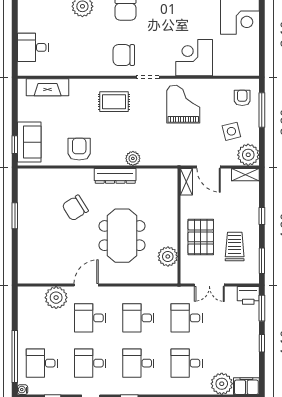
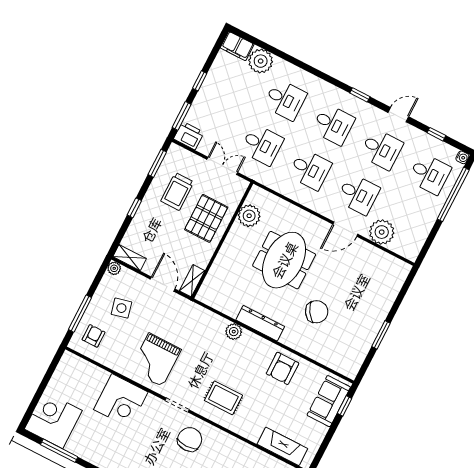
chair: (124, 55) -> (190, 439), turned -90
armchair: (242, 98) -> (94, 336), turned 180
plant: (248, 155) -> (114, 268), width x0.53, depth x0.53

